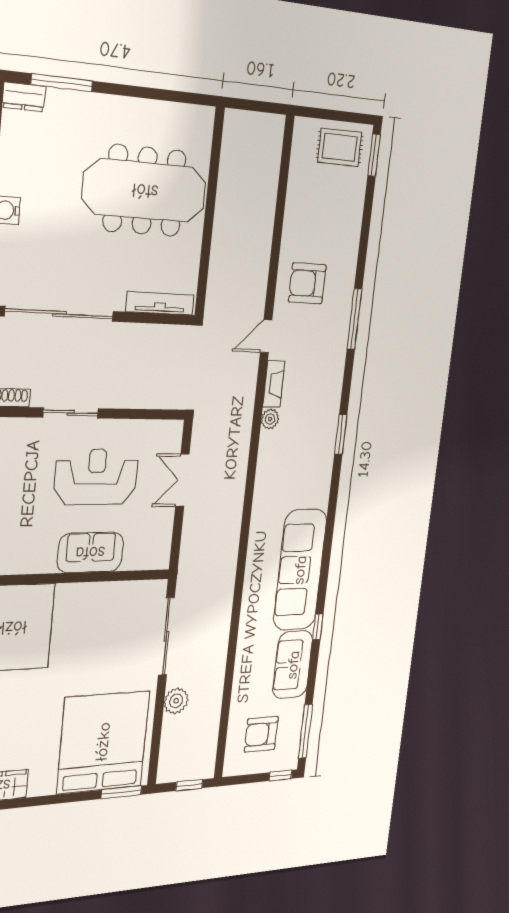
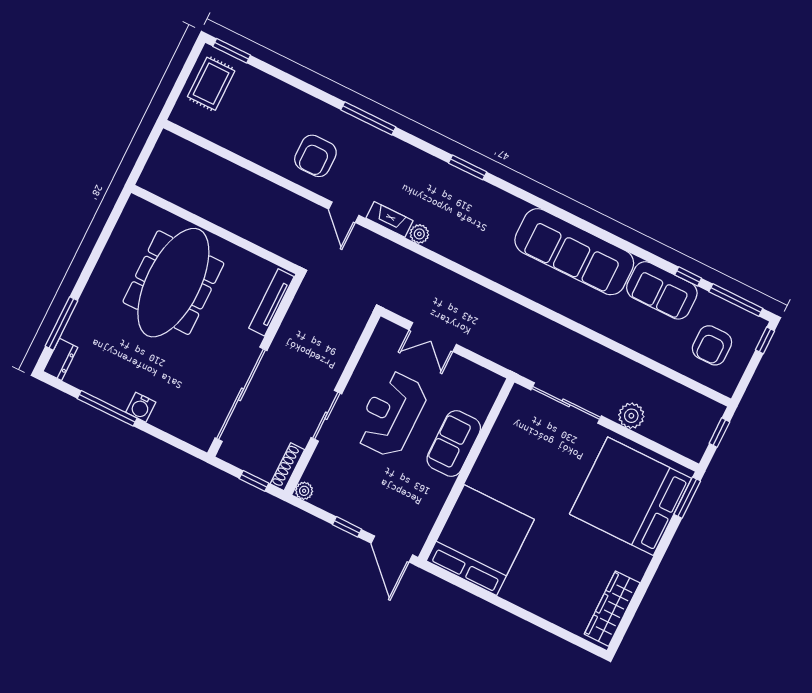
window: (318, 627) -> (688, 276), moved

